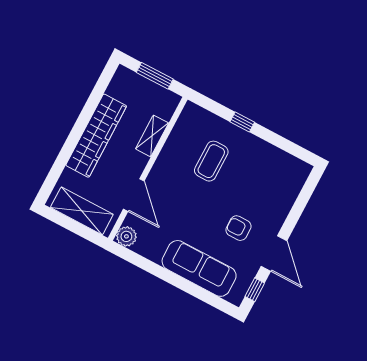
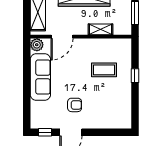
armchair: (238, 228) -> (75, 105), turned 90
sofa: (199, 268) -> (40, 77), moved

